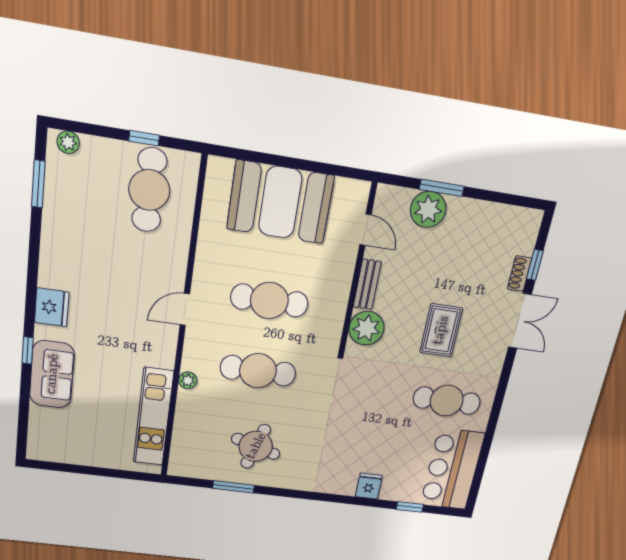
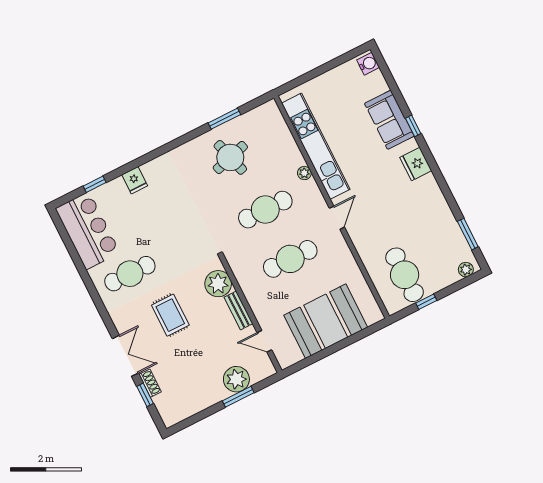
double door: (520, 321) -> (125, 356), swing flipped
kitchen unit: (153, 417) -> (316, 146), width x1.36
water cooler: (38, 446) -> (368, 64), added
round table: (256, 446) -> (230, 157), turned -33

